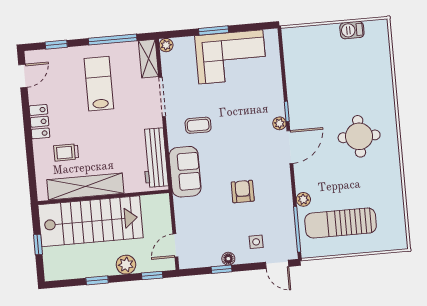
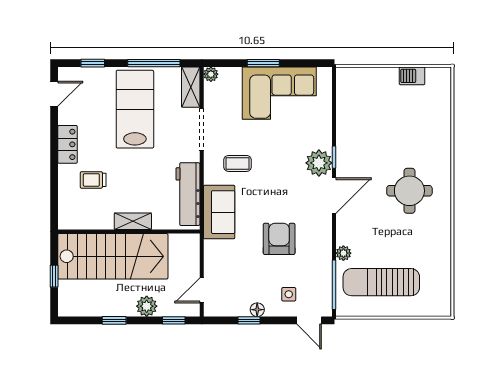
lab bench: (99, 84) -> (135, 109), width x1.36, depth x1.39
plant: (279, 123) -> (319, 163), width x1.87, depth x1.87
shelving: (85, 187) -> (133, 221), width x0.45, depth x0.75
armchair: (243, 192) -> (279, 239), width x1.38, depth x1.38

